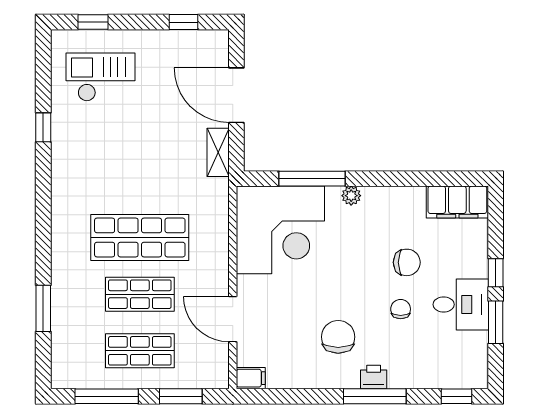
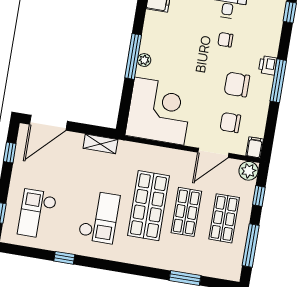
door: (236, 95) -> (48, 123), moved
checkout: (111, 168) -> (99, 217), added
window: (312, 179) -> (133, 56), moved
chair: (407, 262) -> (230, 123), moved, turned -90
plant: (215, 375) -> (248, 171), added
window: (181, 396) -> (259, 196), width x0.67
window: (375, 396) -> (278, 81), moved

